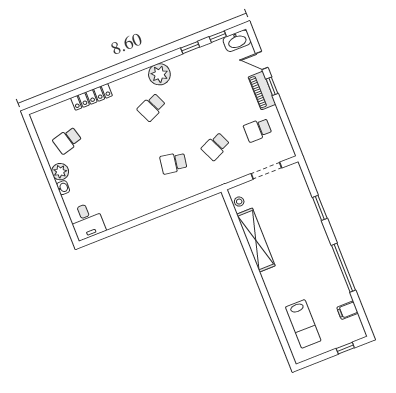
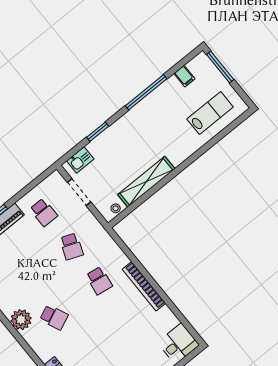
school desk: (216, 146) -> (71, 246), turned 45
kitchen sink: (298, 182) -> (80, 160), added
bookcase: (154, 205) -> (144, 286), added
window: (345, 348) -> (220, 67), width x2.17

